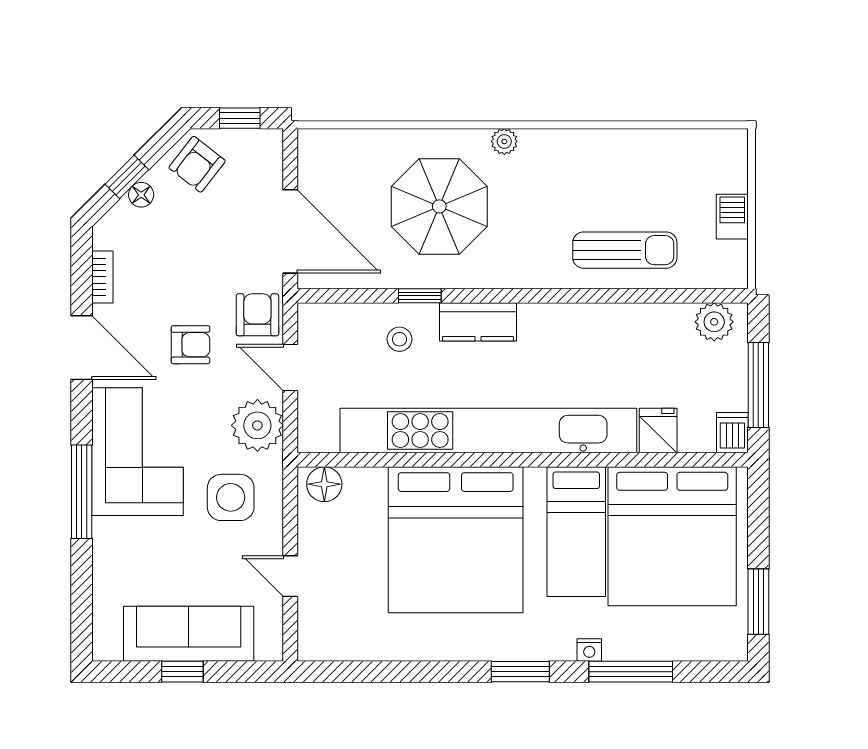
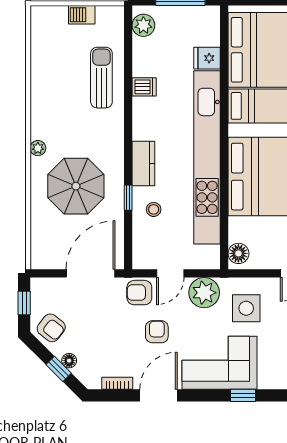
dishwasher: (732, 433) -> (144, 87), moved, turned 180
window: (82, 492) -> (243, 395), width x0.46

